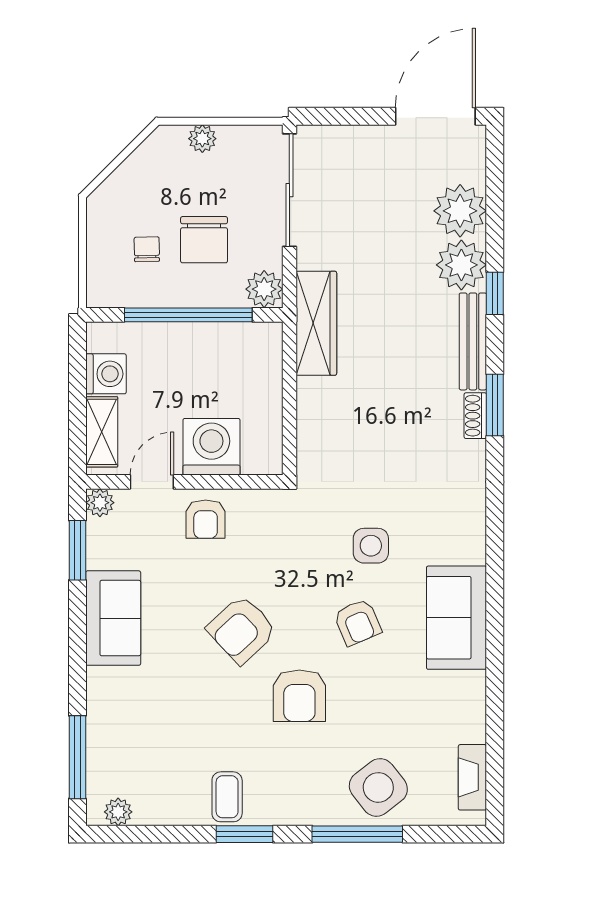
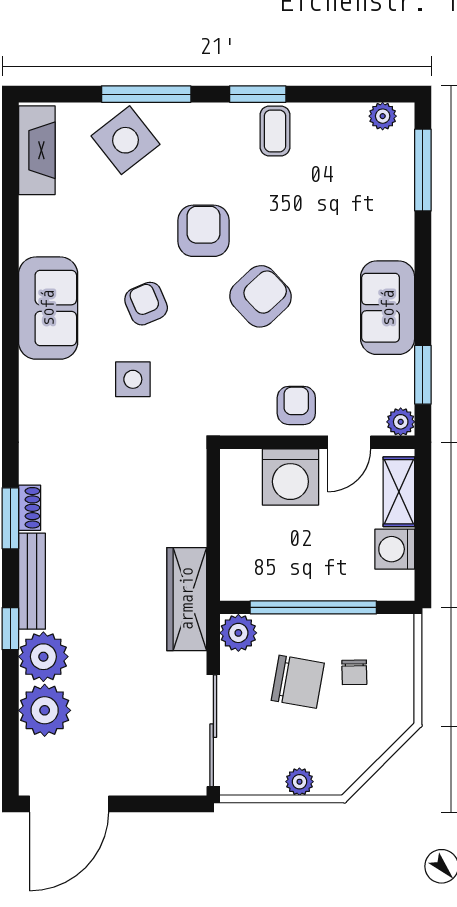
chair: (204, 240) -> (298, 682), turned 100
fireplace: (472, 777) -> (37, 150), width x1.37, depth x1.32

